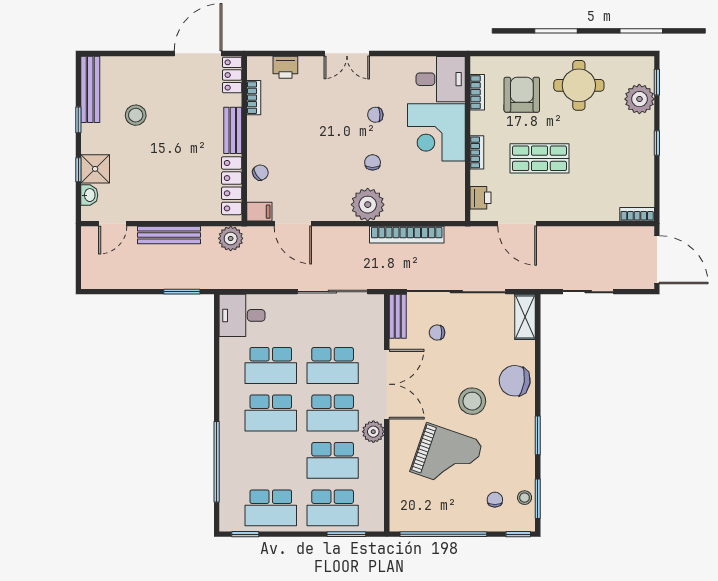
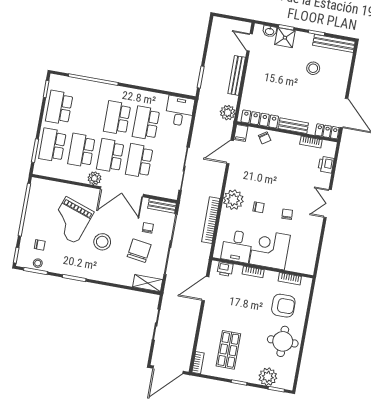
desk: (441, 79) -> (237, 246), moved
shop shelf: (539, 158) -> (228, 350), moved
chair: (515, 381) -> (139, 251), moved

